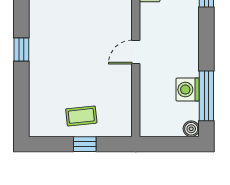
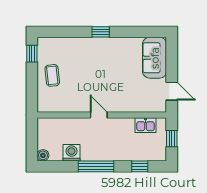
window: (206, 96) -> (96, 166), moved
window: (85, 144) -> (32, 54), moved

